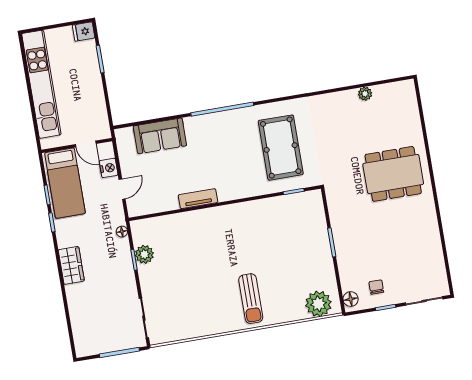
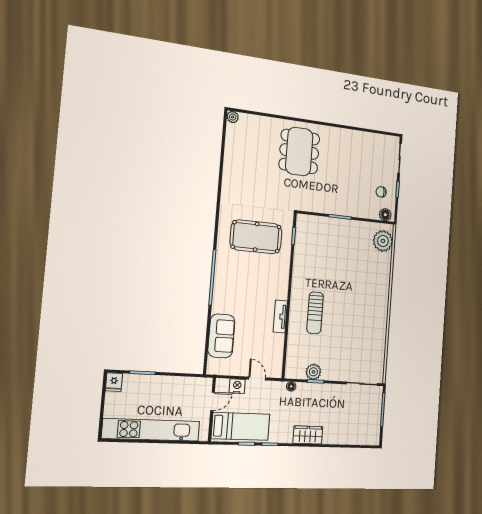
plant: (365, 94) -> (233, 117), moved
sun lounger: (251, 299) -> (315, 313), moved, turned 90

